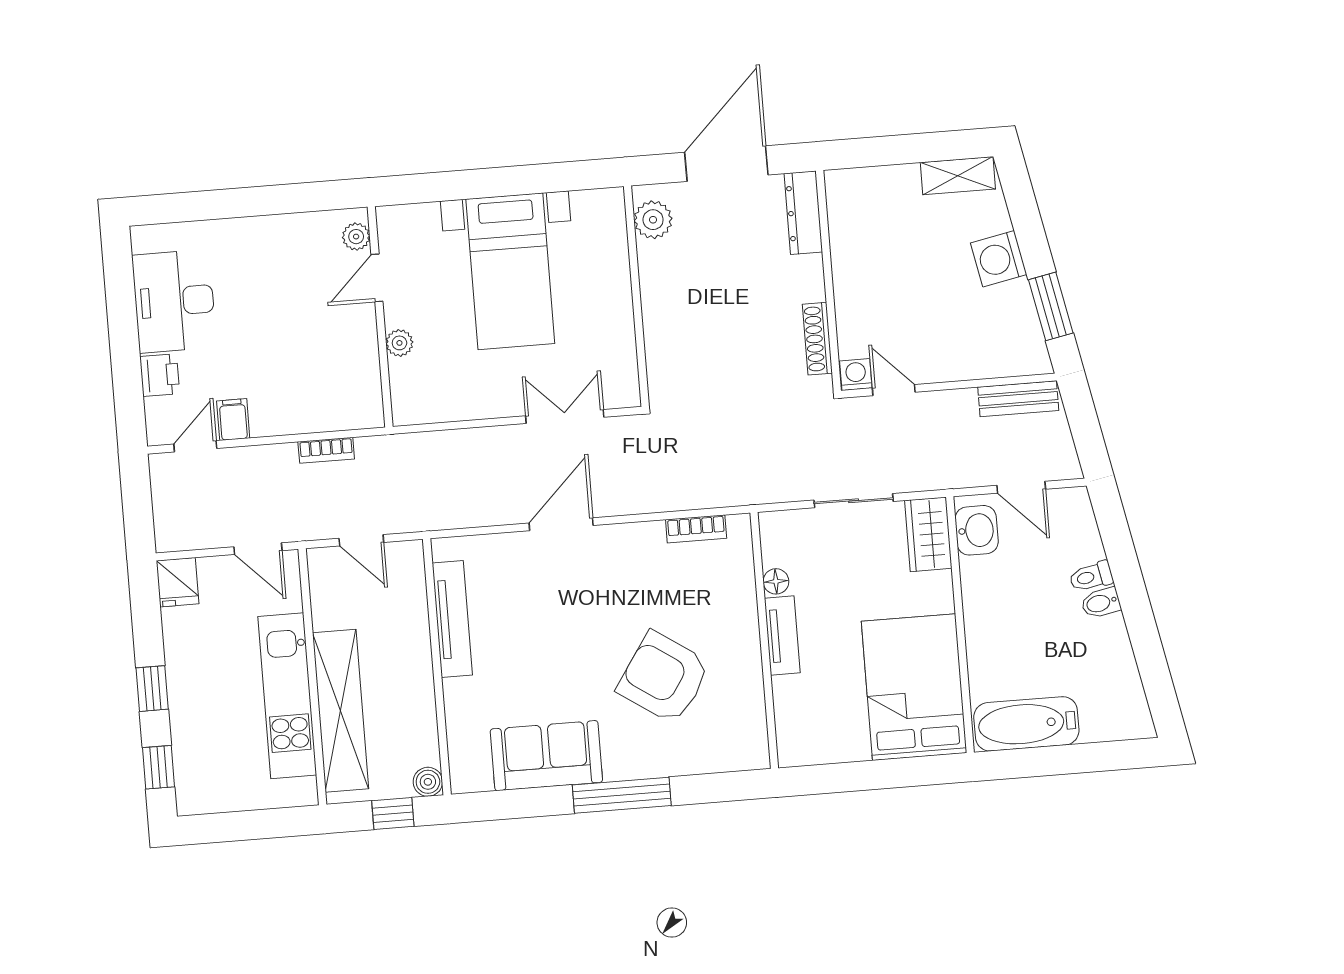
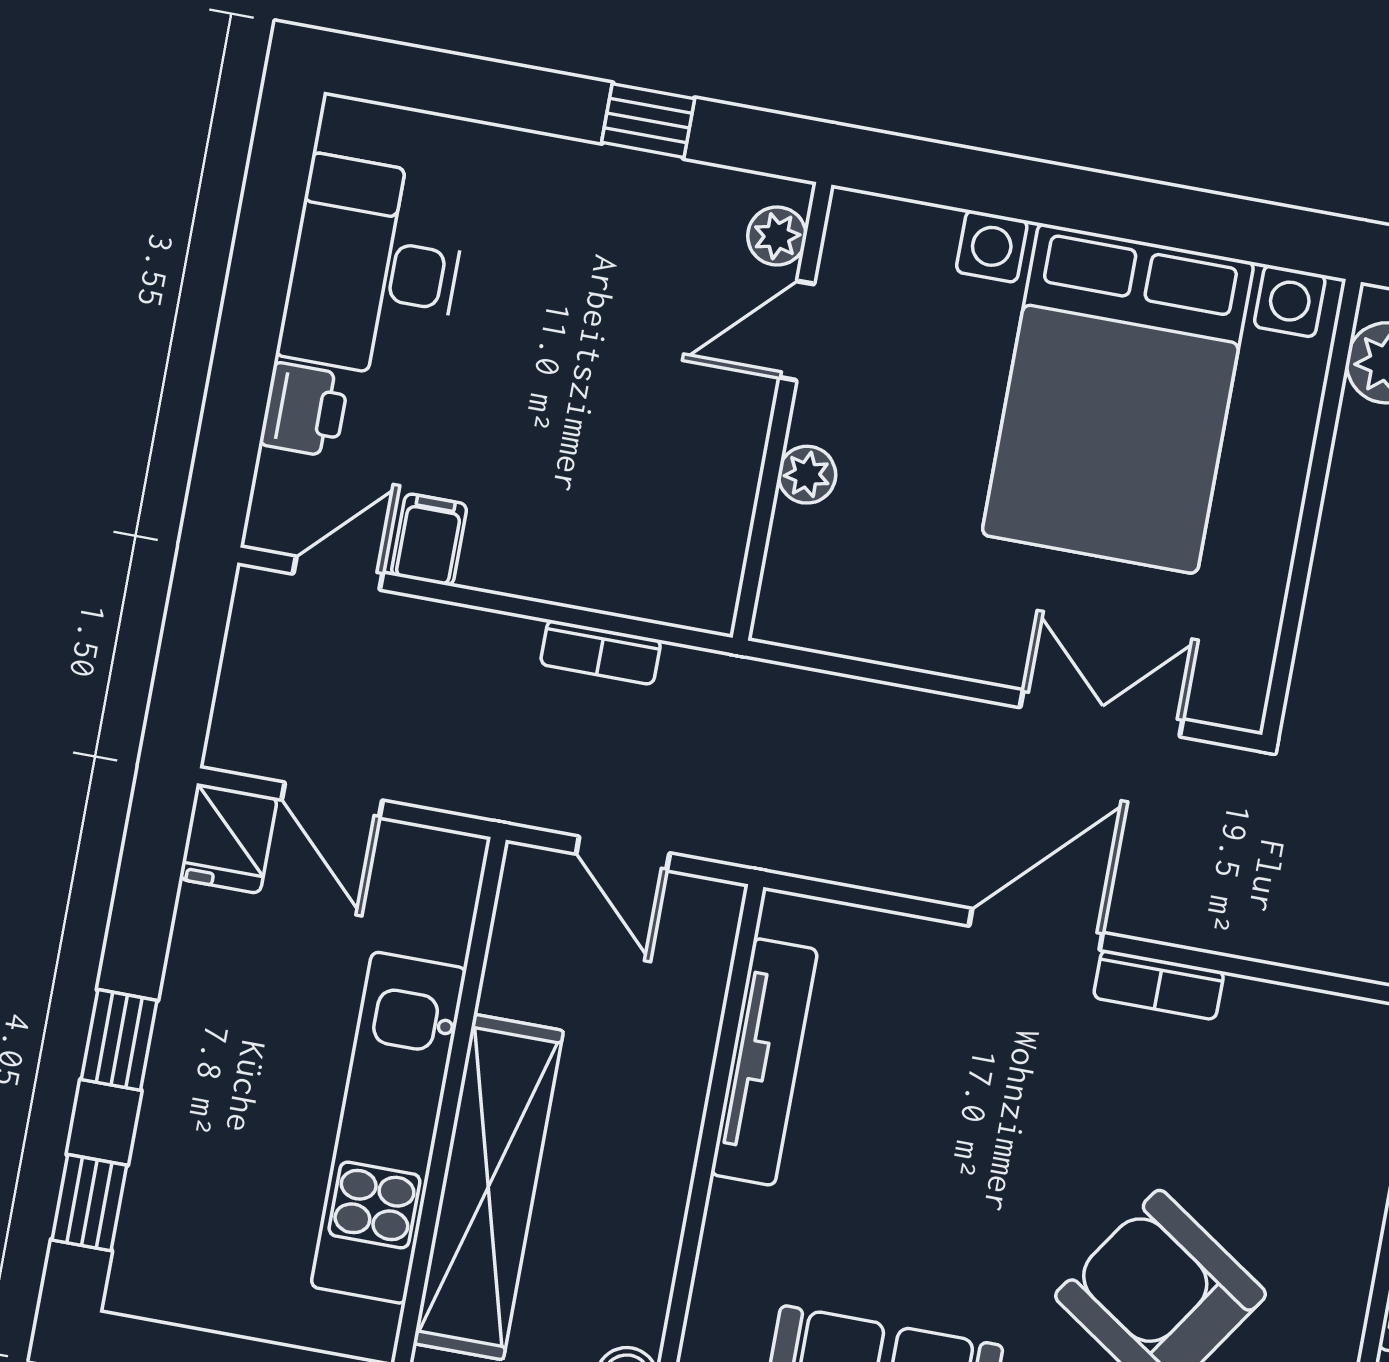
window: (282, 199) -> (648, 121), added
bed with nightstands: (510, 271) -> (1118, 399), width x1.36
bookcase: (696, 529) -> (1159, 985), moved
door: (258, 549) -> (332, 800), moved

